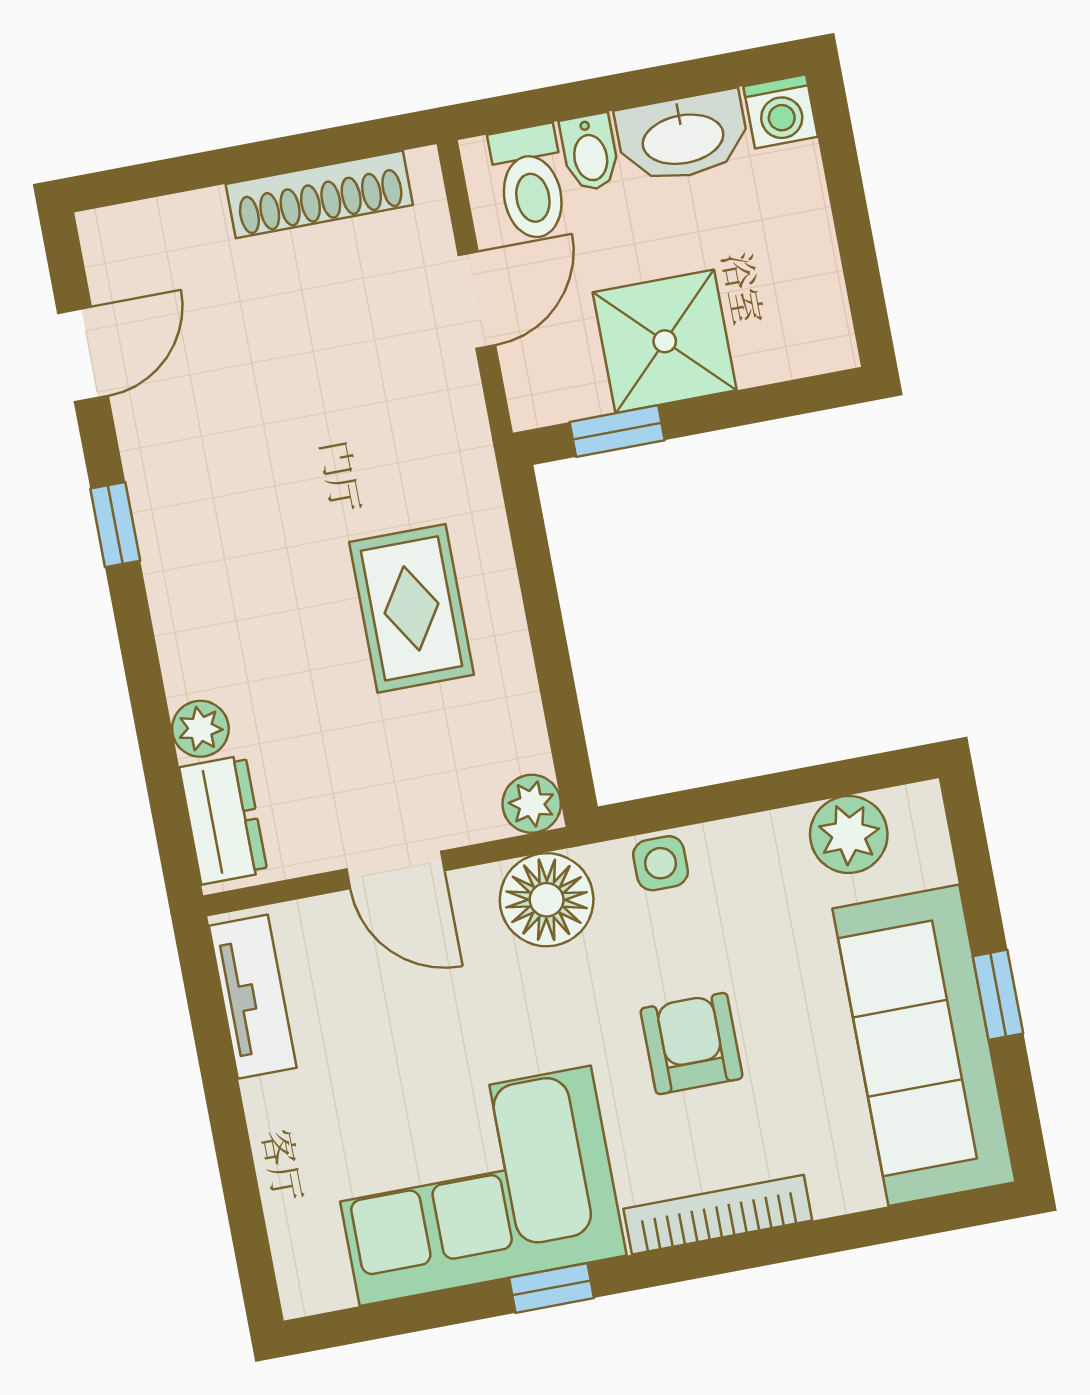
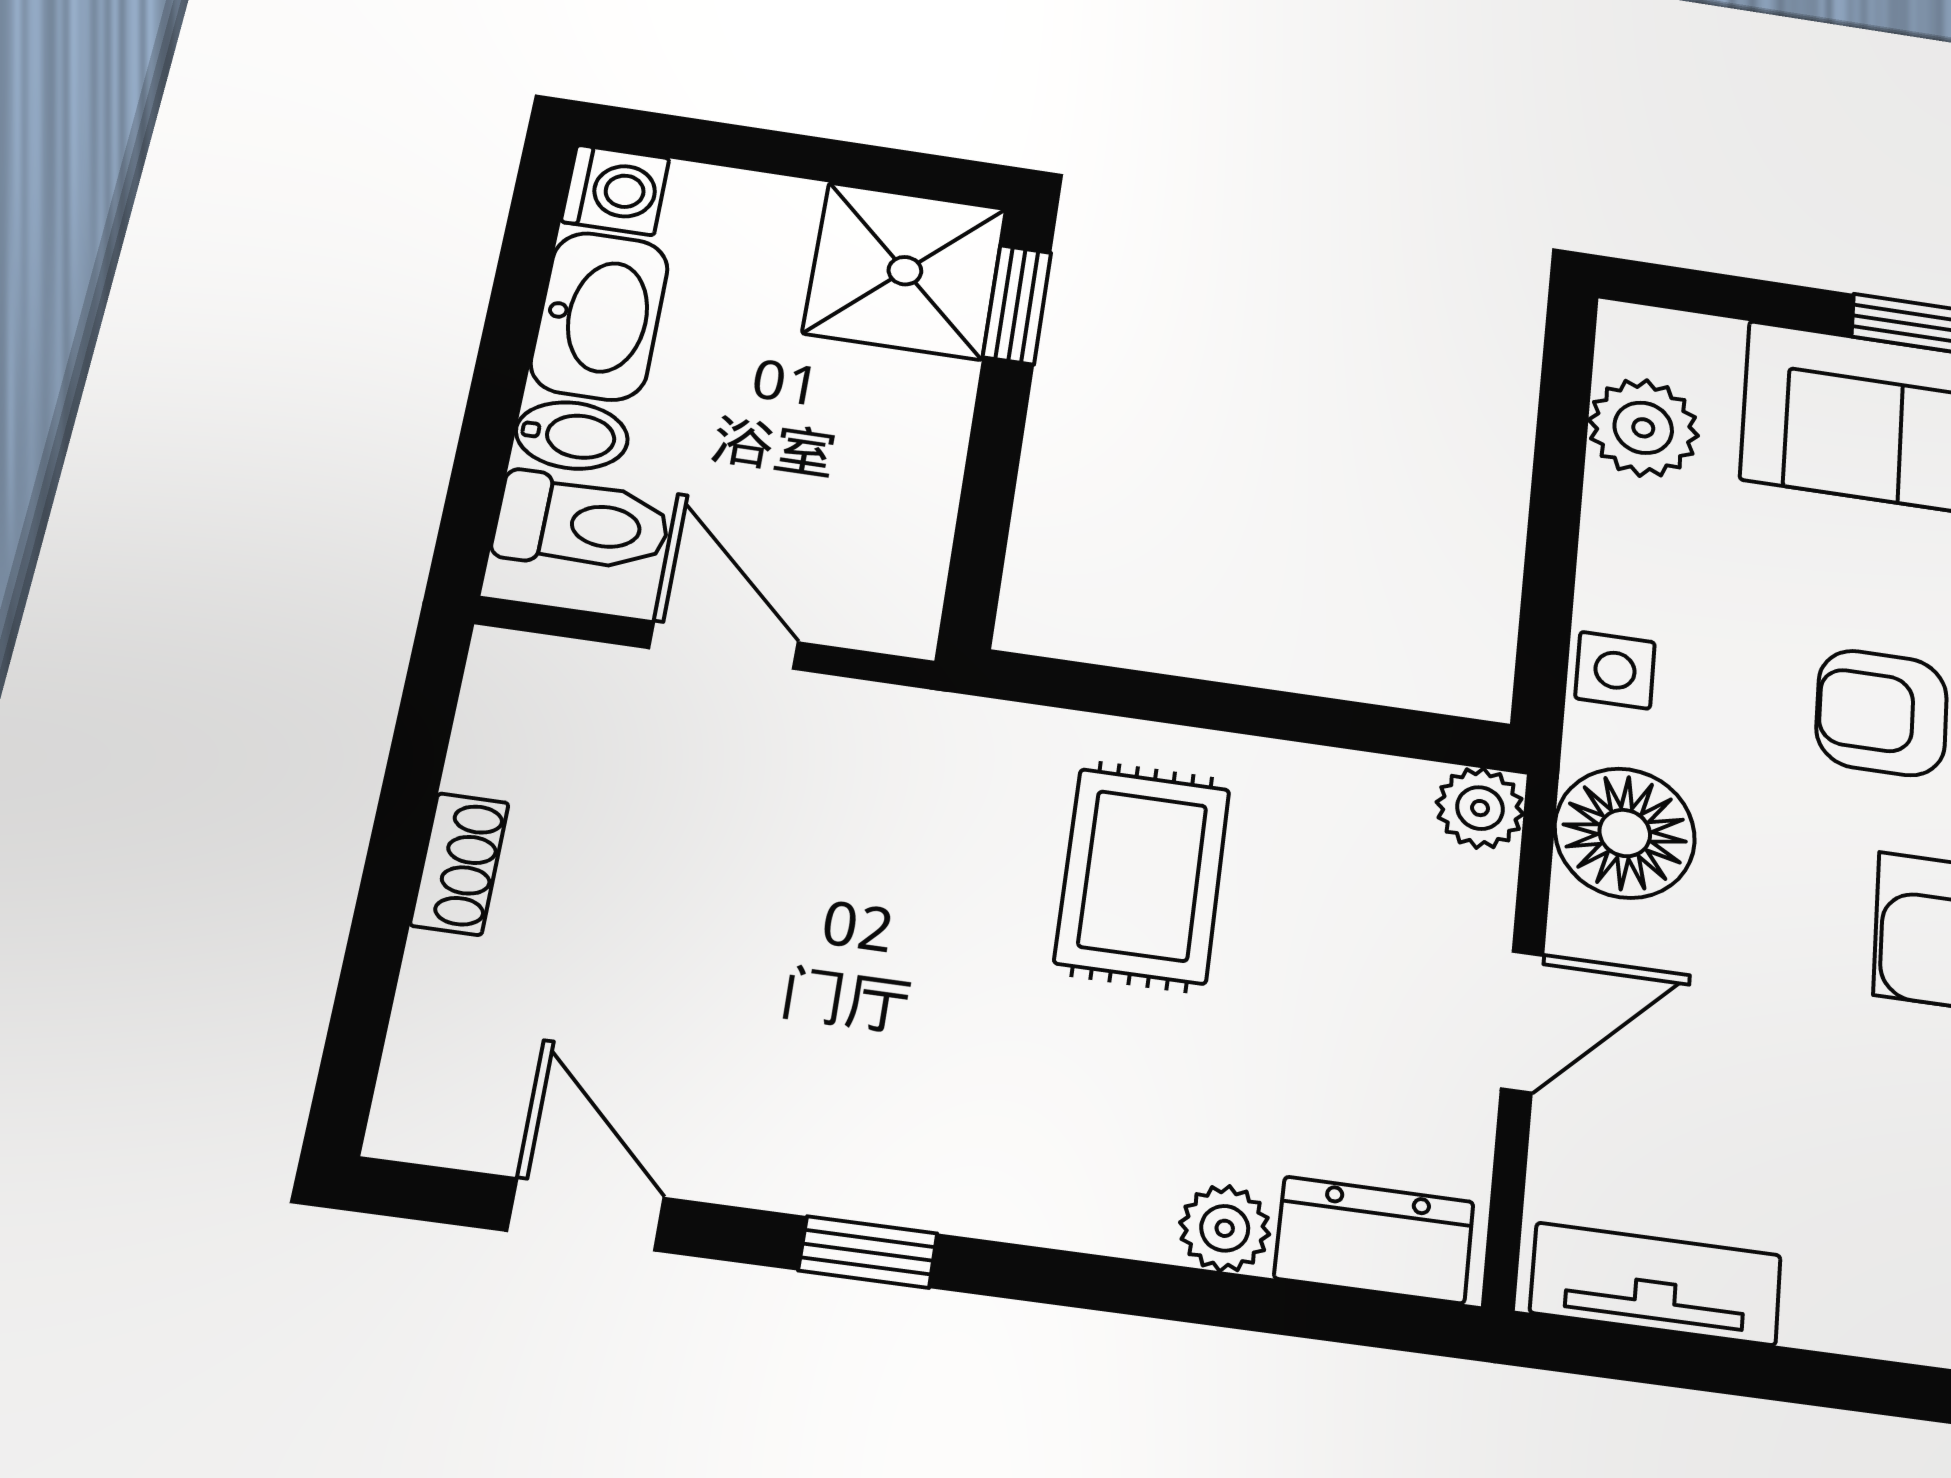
shoe rack: (319, 194) -> (460, 864), width x0.51, depth x0.81
shower: (665, 341) -> (905, 271), moved
window: (617, 431) -> (1017, 305), moved
rug: (411, 608) -> (1142, 876), turned 90

